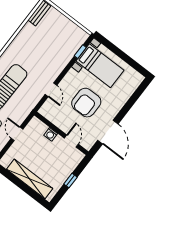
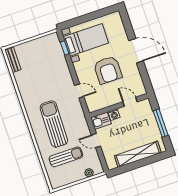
kitchen sink: (37, 126) -> (101, 121), added
door: (108, 132) -> (136, 51), moved
window: (71, 181) -> (161, 123), width x2.17

